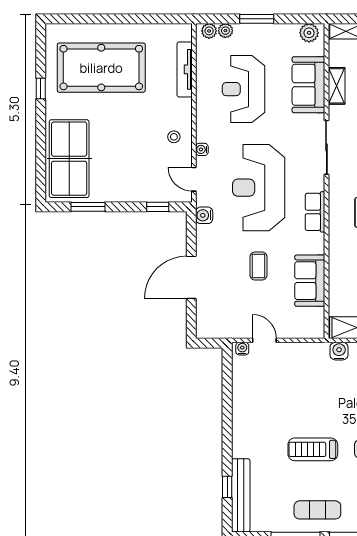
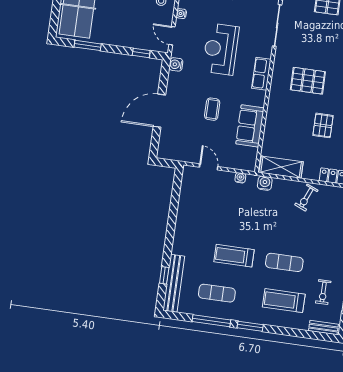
reception desk: (259, 188) -> (221, 49), width x0.74, depth x0.77
water cooler: (242, 349) -> (240, 178), moved
exercise mat: (317, 510) -> (217, 293), moved

